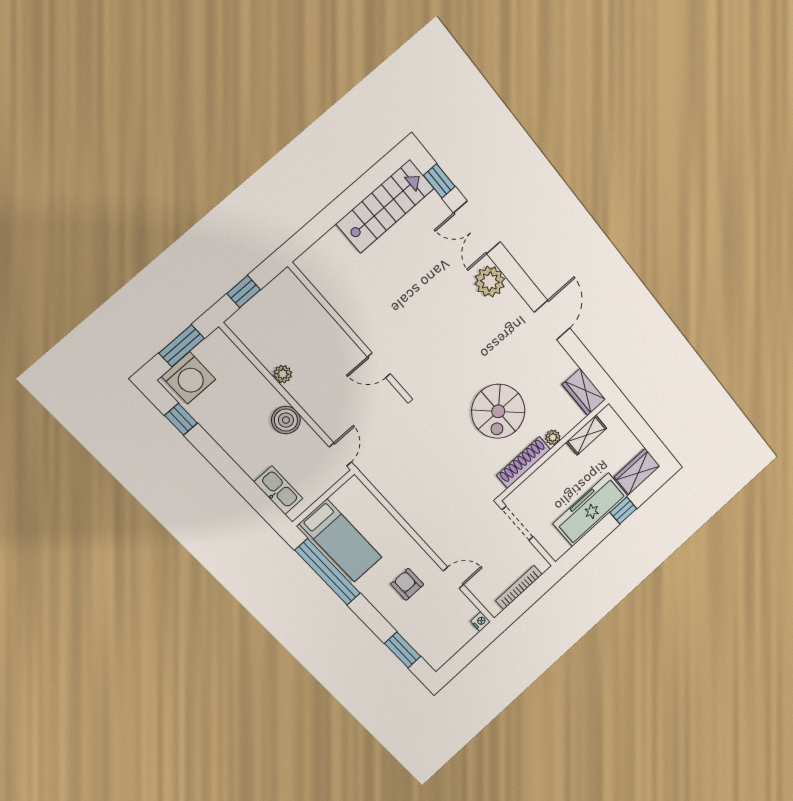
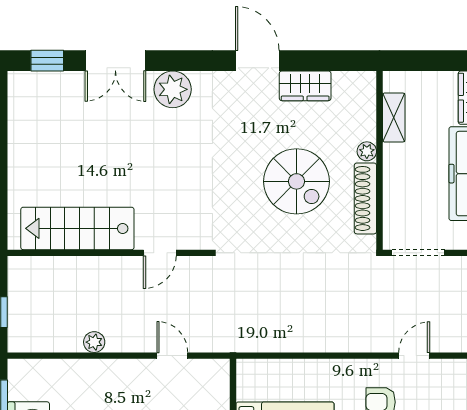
stairs: (385, 206) -> (77, 228), moved, turned -90
wardrobe: (584, 392) -> (305, 86), moved
boiler: (286, 420) -> (136, 375), removed
door: (340, 454) -> (172, 356), moved

